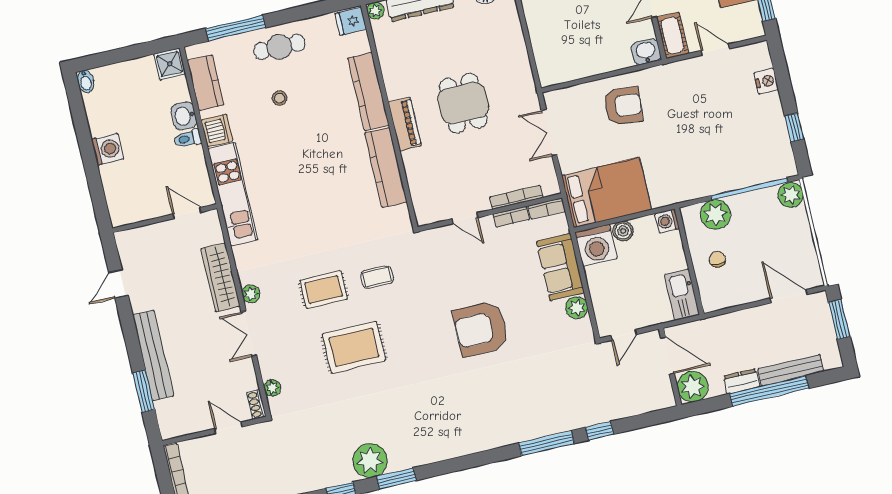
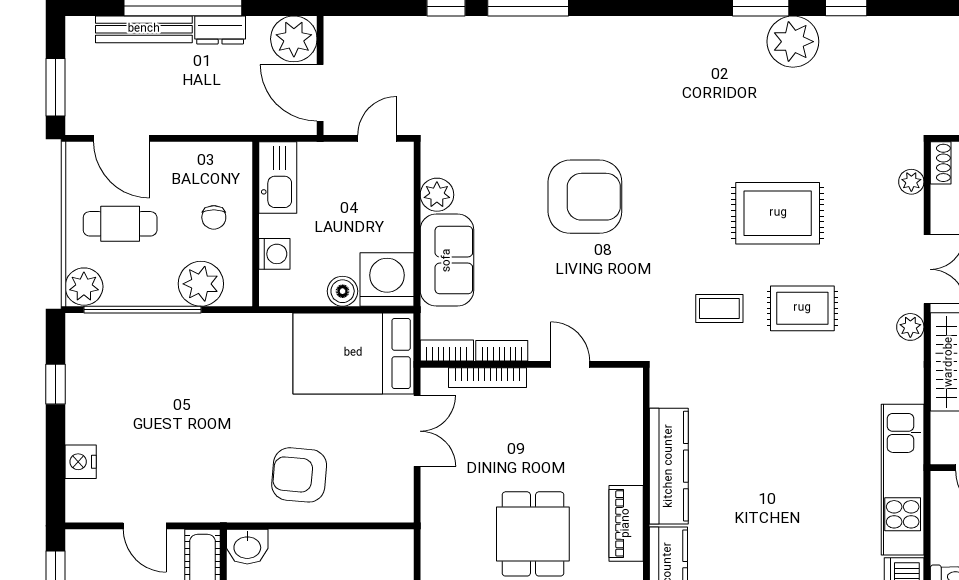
double door: (549, 133) -> (417, 431), moved
washing machine: (667, 221) -> (274, 254), moved
cafe table: (777, 241) -> (120, 224), added

